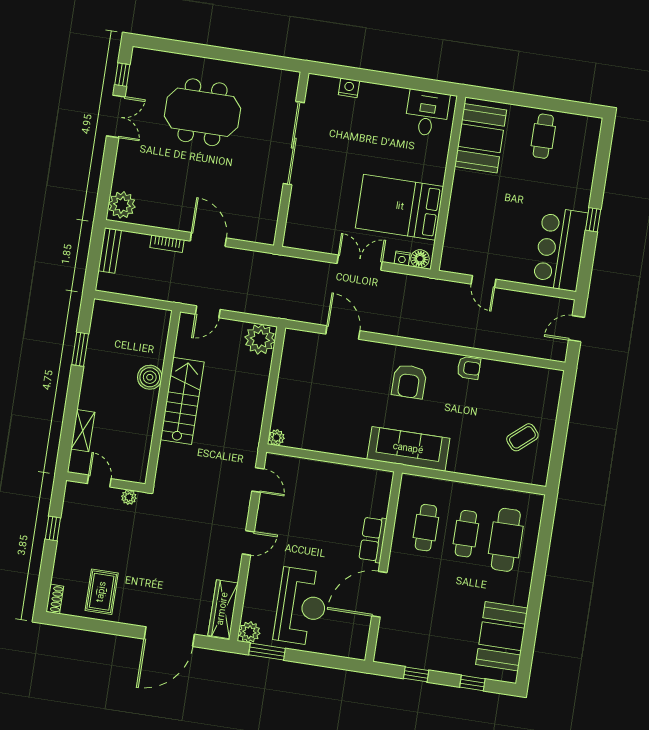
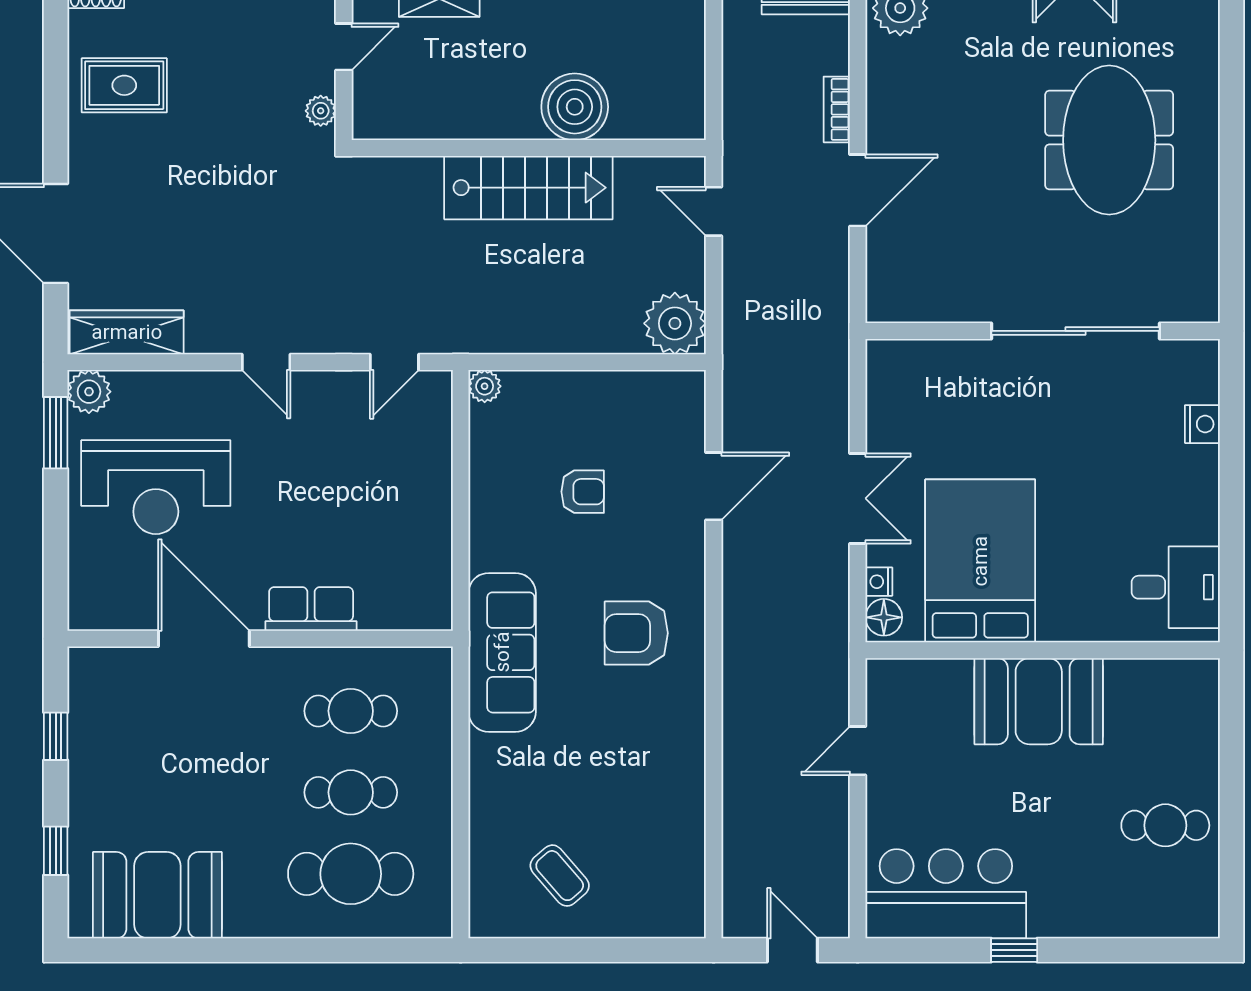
booth: (481, 138) -> (1039, 701), moved
armchair: (469, 368) -> (583, 492), moved, turned -90
boiler: (150, 377) -> (575, 107), width x1.37, depth x1.37

